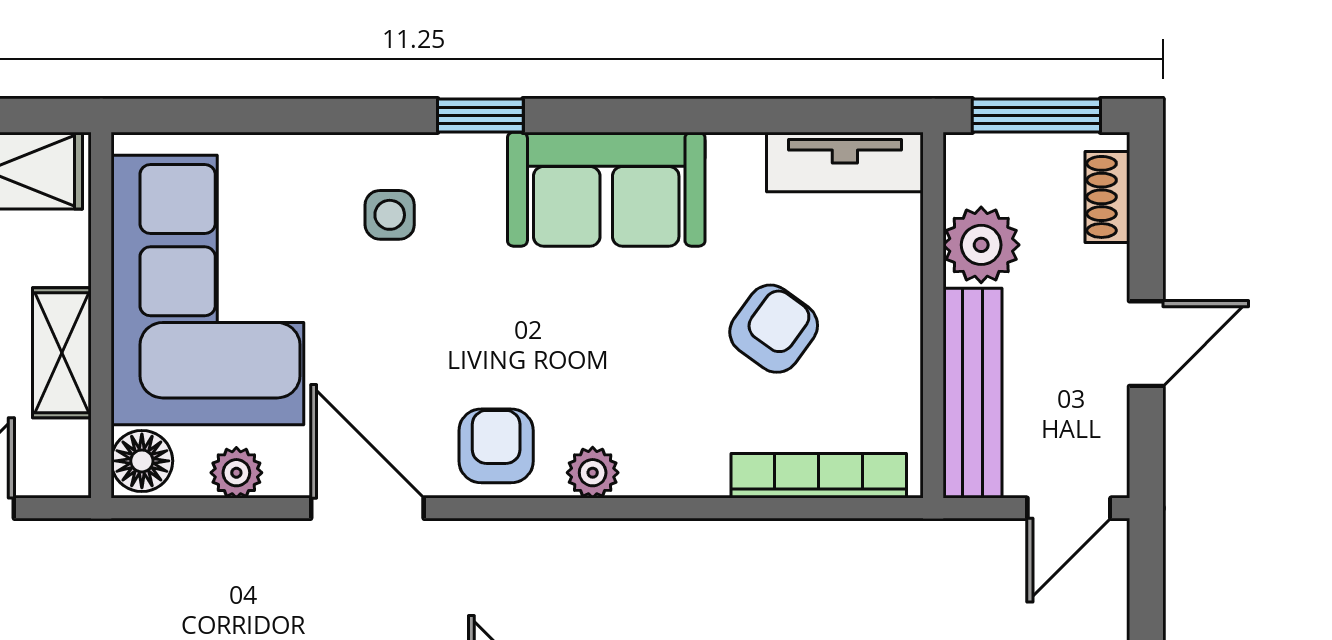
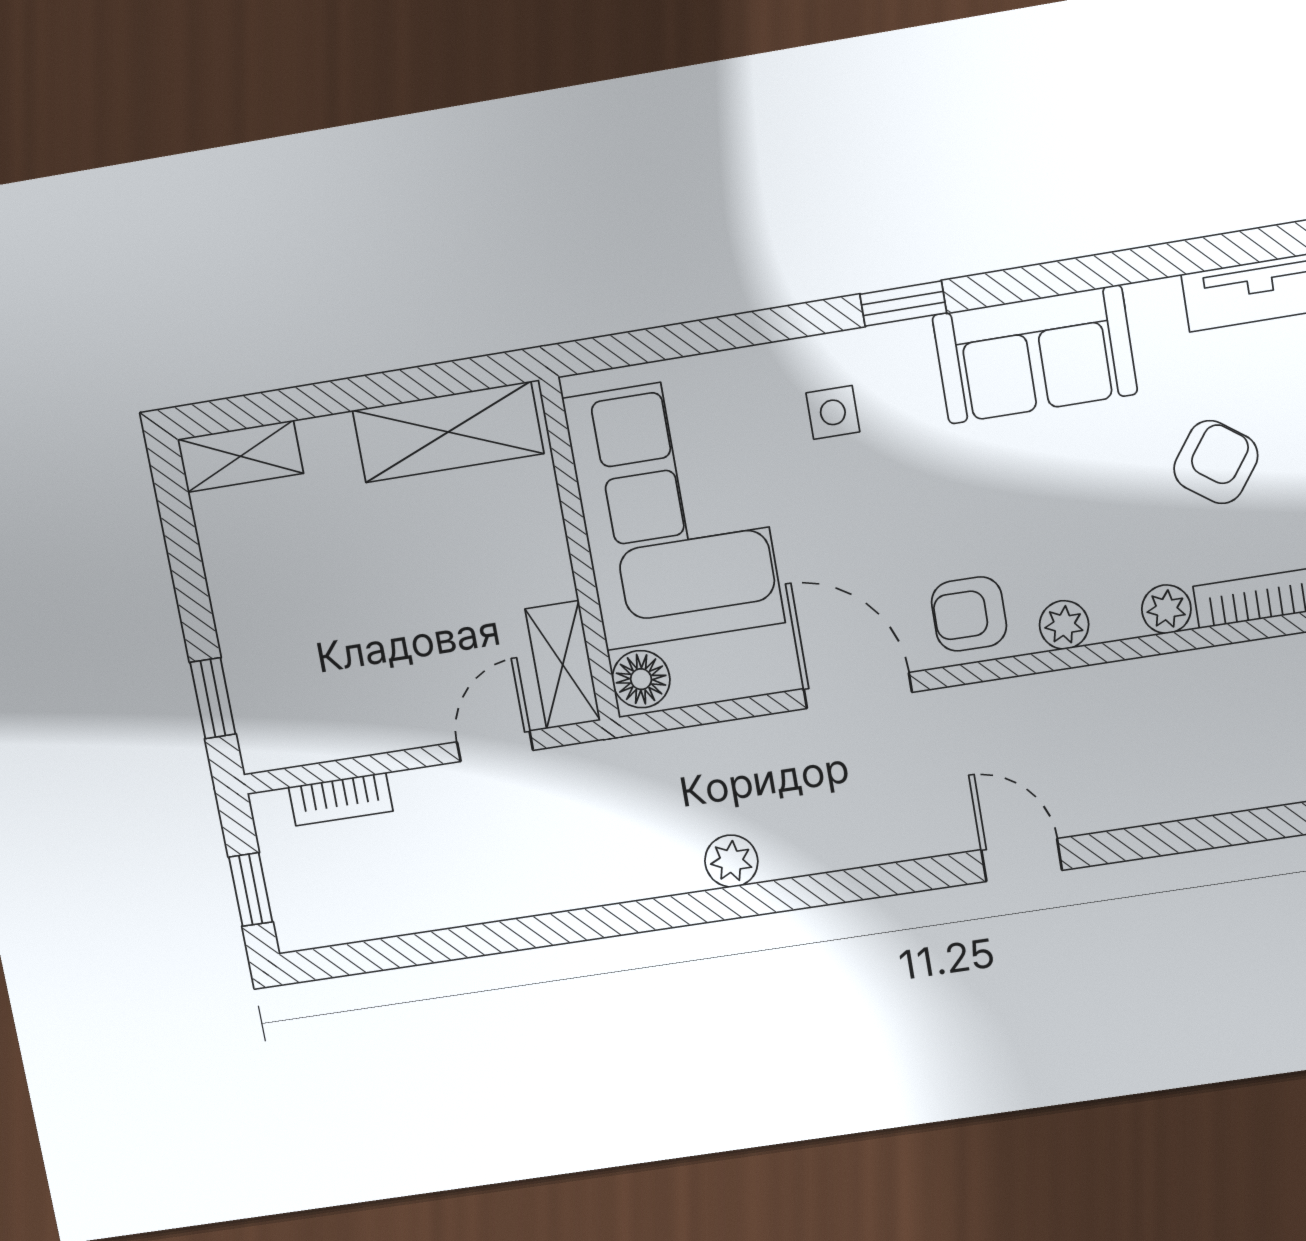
shelving: (62, 353) -> (563, 665), moved
armchair: (496, 446) -> (969, 614), turned -90
plant: (236, 473) -> (1166, 609), moved

